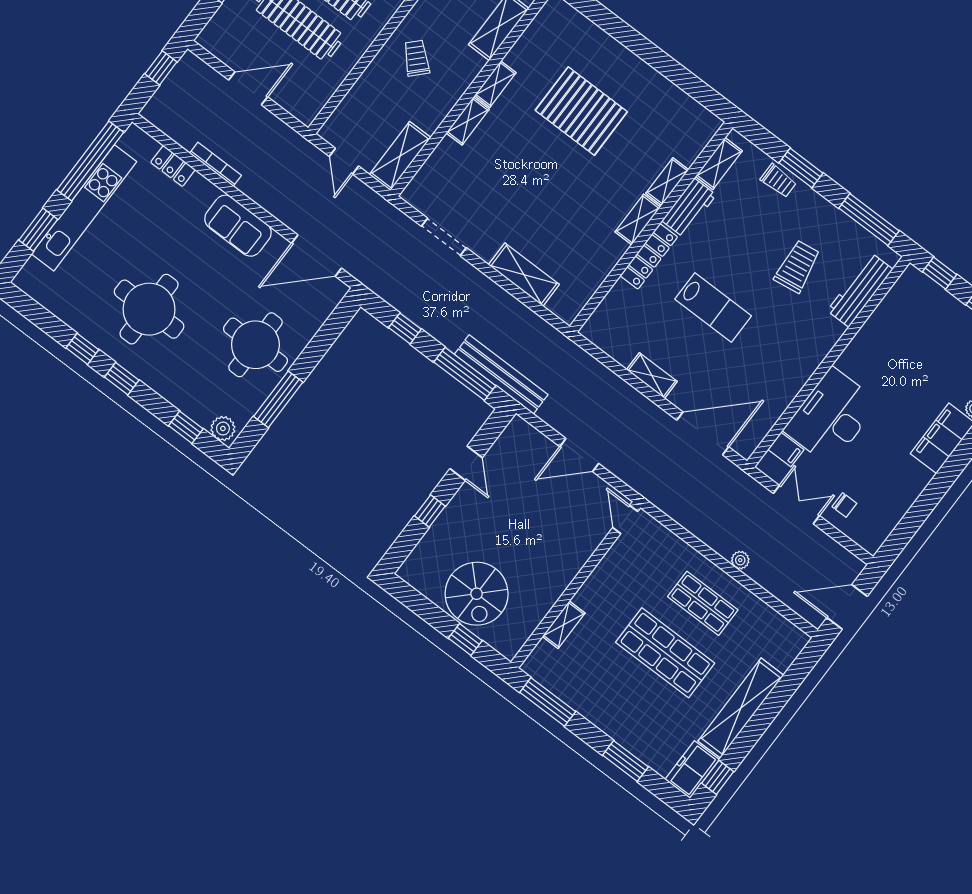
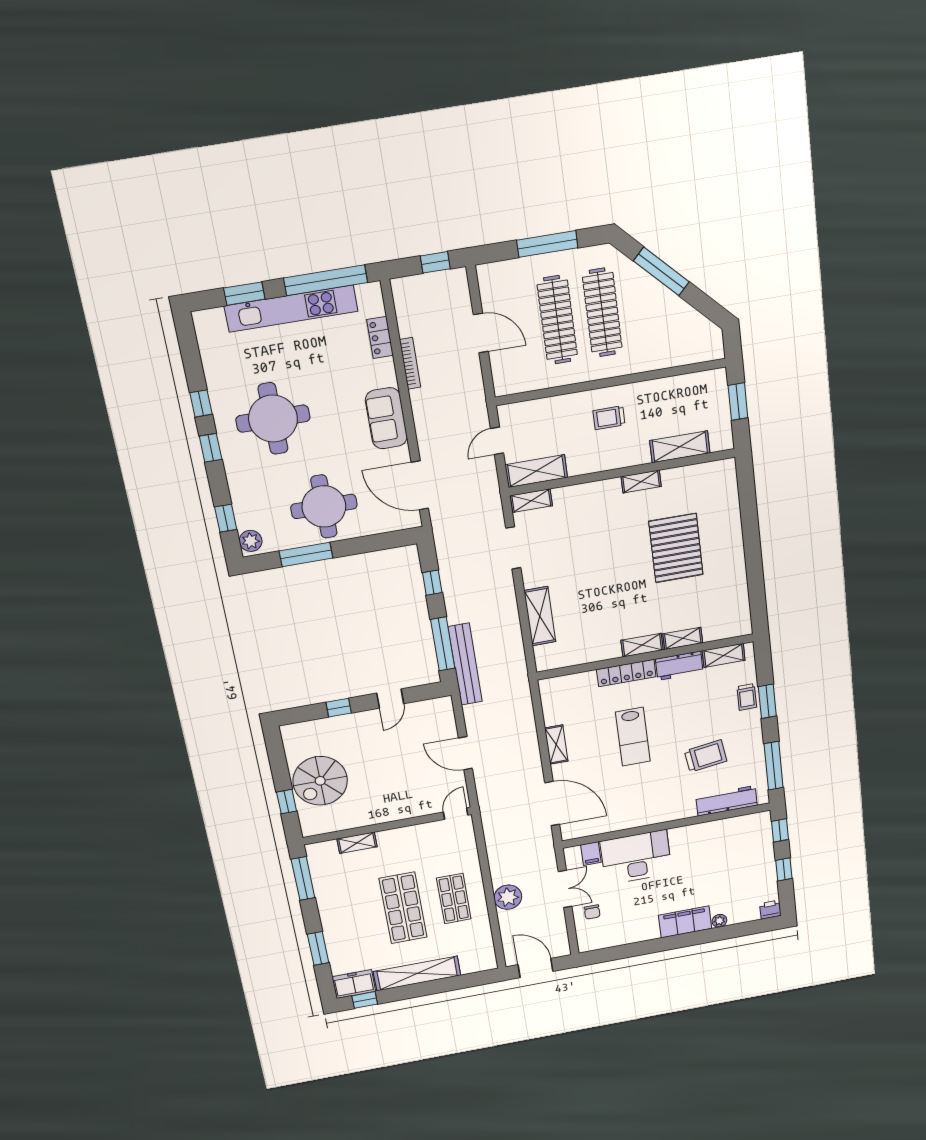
trolley: (416, 58) -> (609, 418), turned -134
shelving: (468, 121) -> (531, 501), moved
plant: (740, 560) -> (508, 897), width x1.87, depth x1.87

